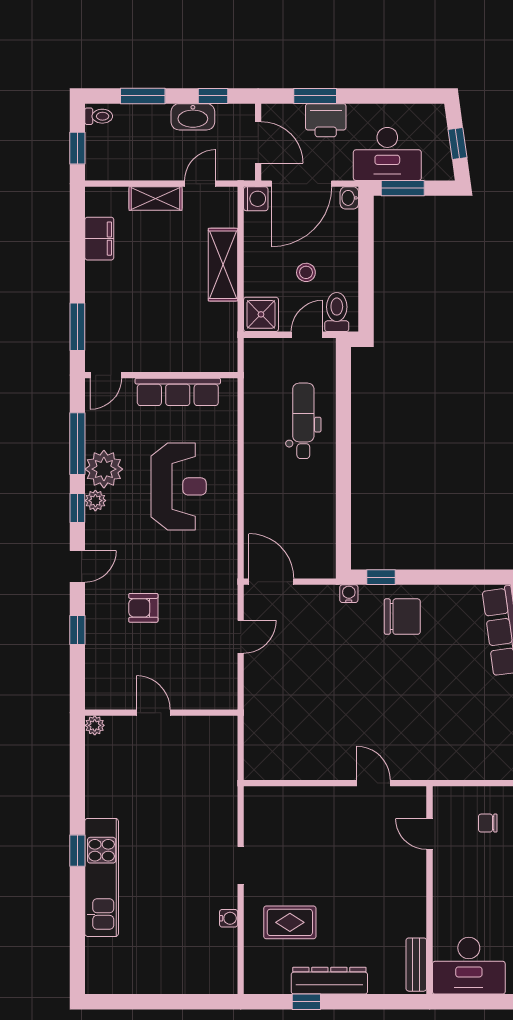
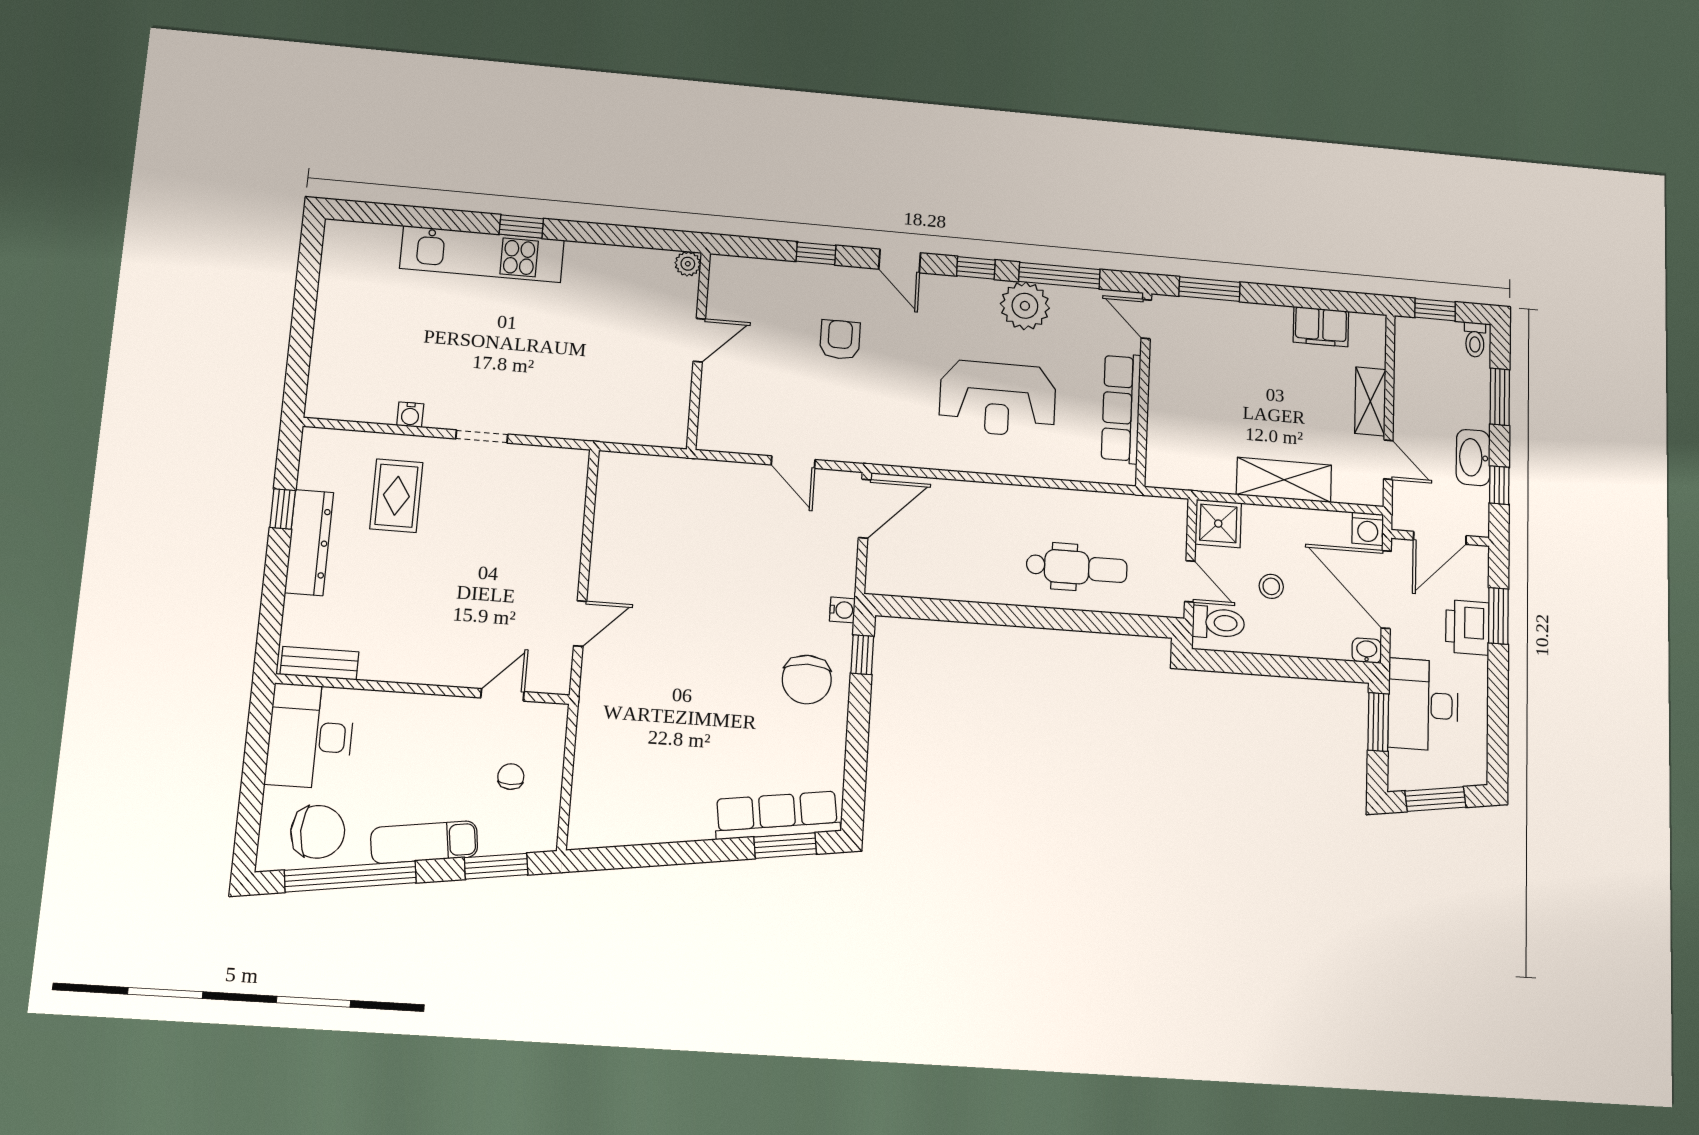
window: (457, 143) -> (1435, 799), width x1.50
plant: (95, 501) -> (984, 291), removed

